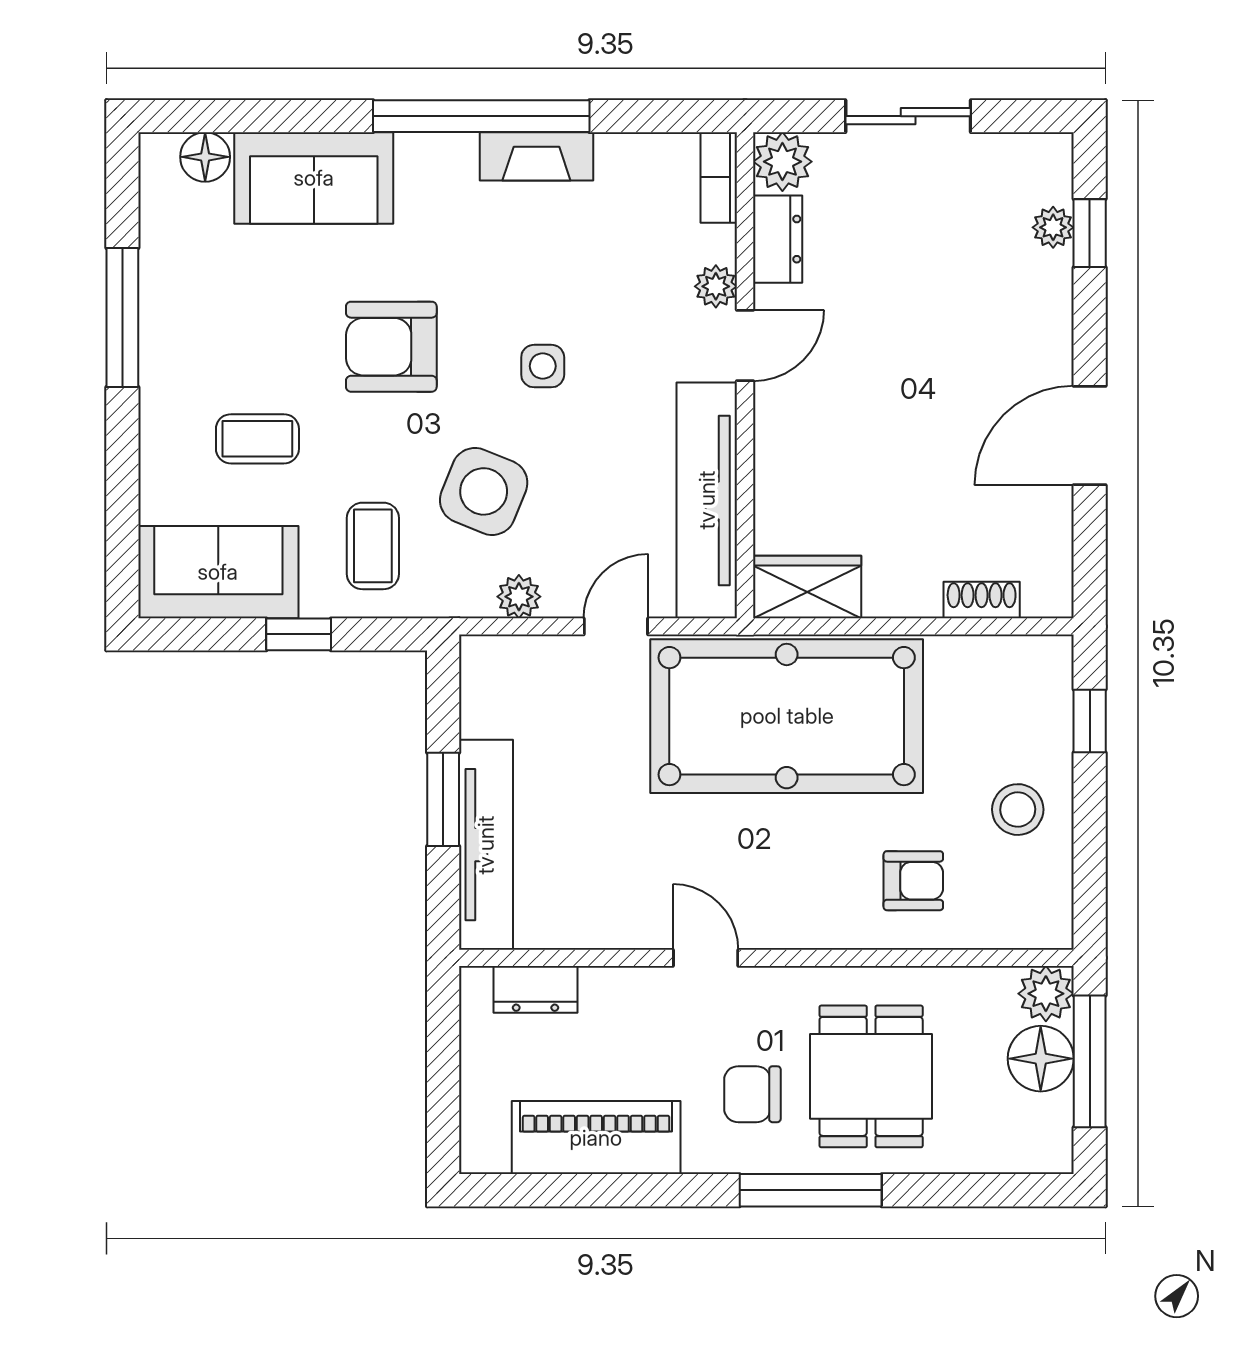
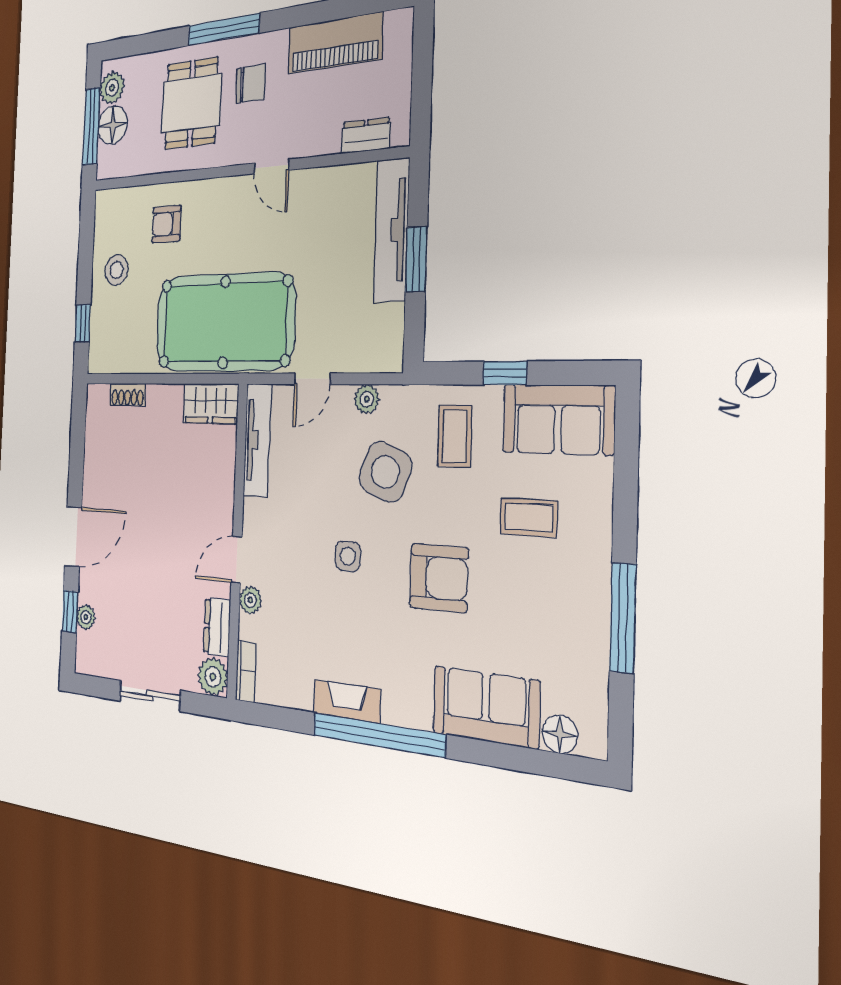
door: (1090, 436) -> (73, 537), moved
tv unit: (707, 500) -> (257, 440), width x0.73, depth x0.78
plant: (1046, 994) -> (112, 88), moved

